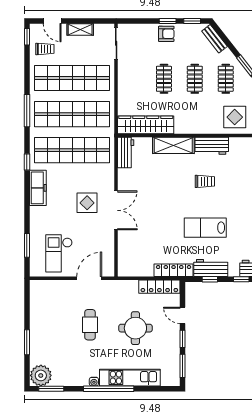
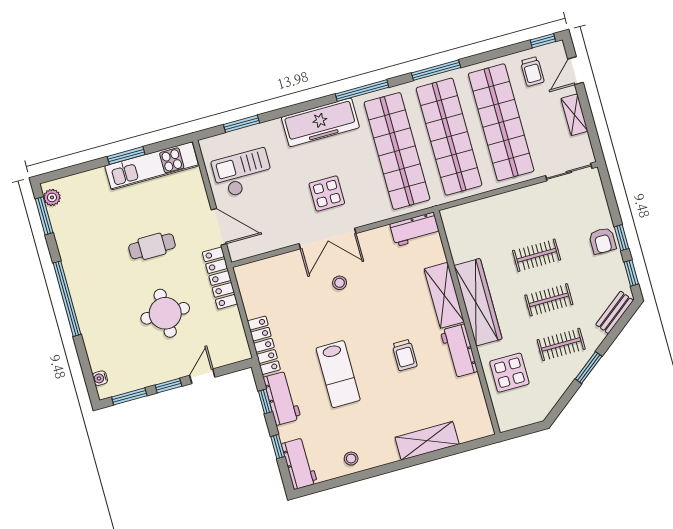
wardrobe: (146, 125) -> (478, 302), moved
window: (27, 162) -> (362, 91), width x2.17
freezer: (38, 188) -> (320, 122), width x1.36, depth x1.26
stool: (147, 210) -> (340, 283), added
lab bench: (205, 228) -> (338, 374), turned 180
locker: (159, 287) -> (220, 278), moved
window: (27, 342) -> (126, 156), moved
plant: (41, 375) -> (52, 197), width x0.53, depth x0.53
kitchen unit: (130, 378) -> (152, 166), moved, turned 90
water cooler: (94, 382) -> (100, 378), moved

